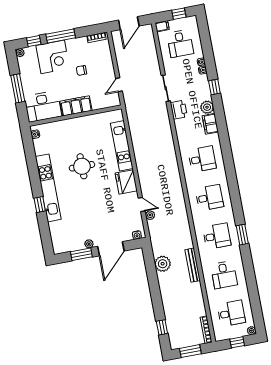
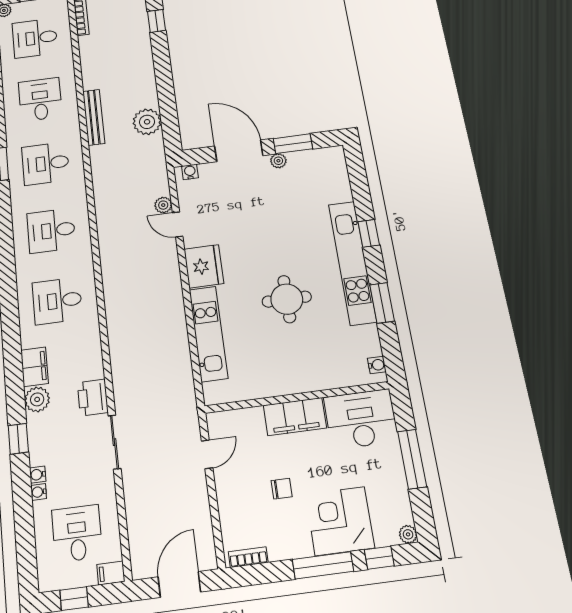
window: (33, 167) -> (382, 303), added
door: (111, 249) -> (239, 151), hinge flipped

